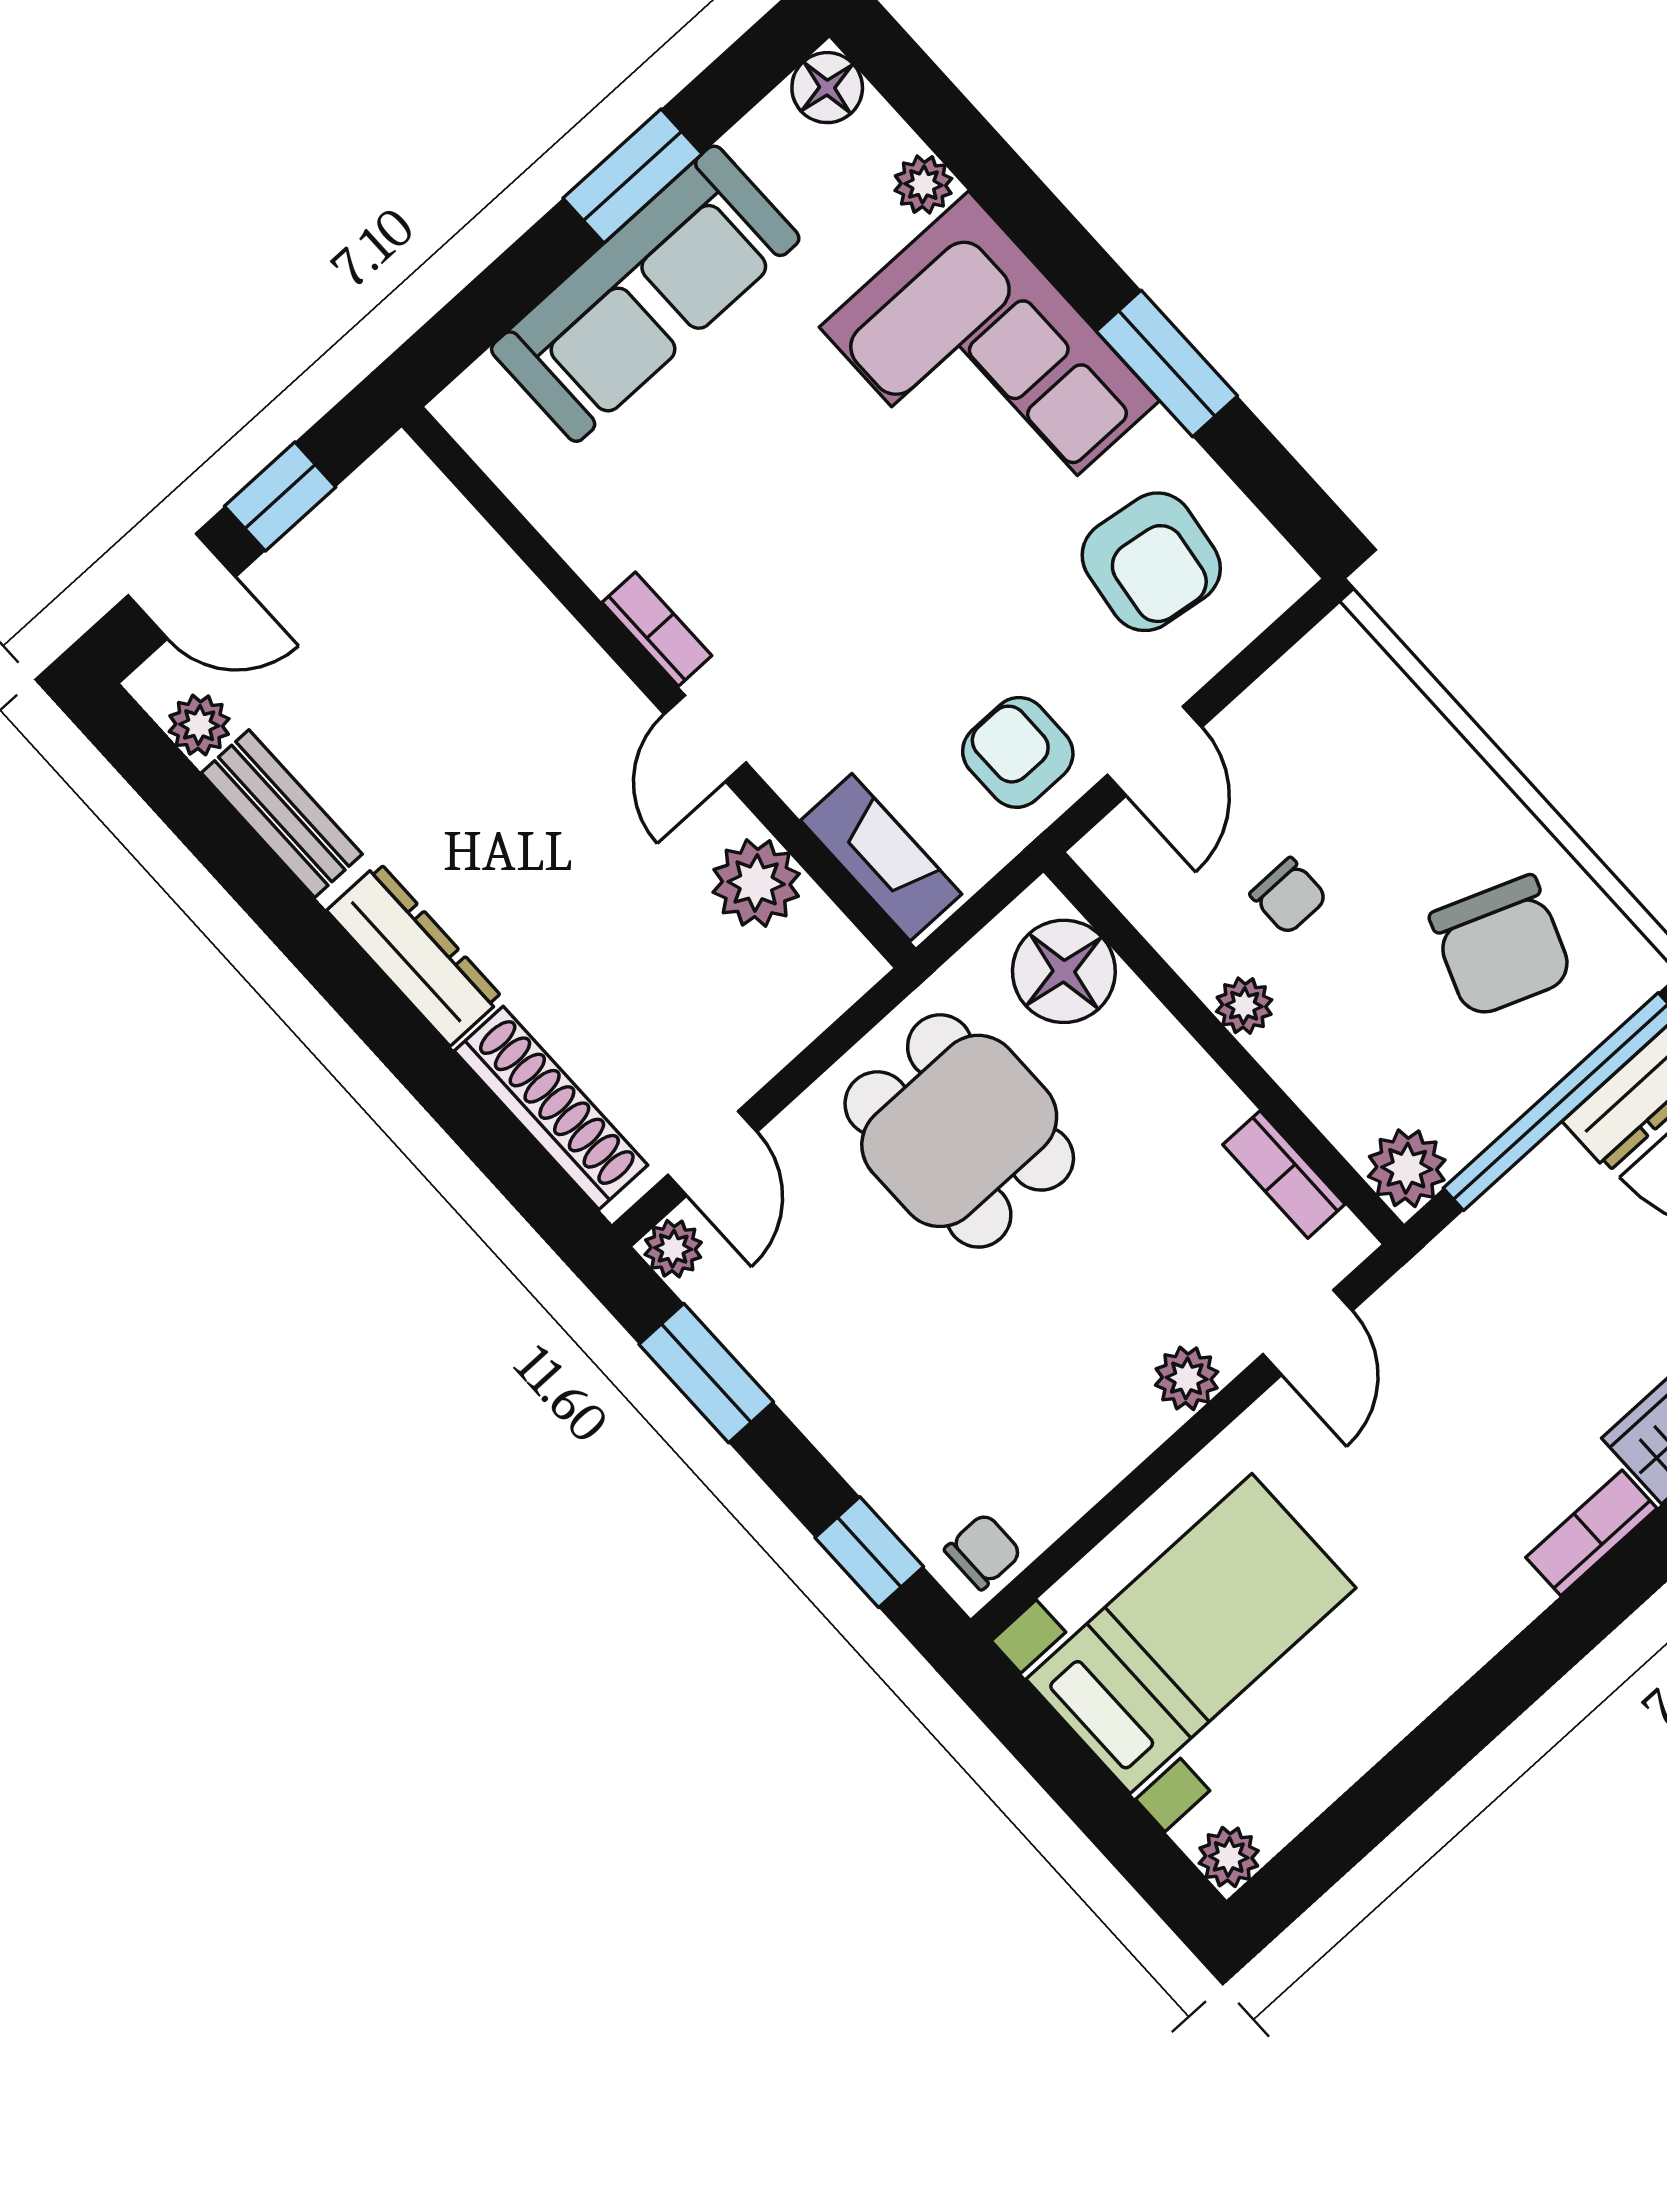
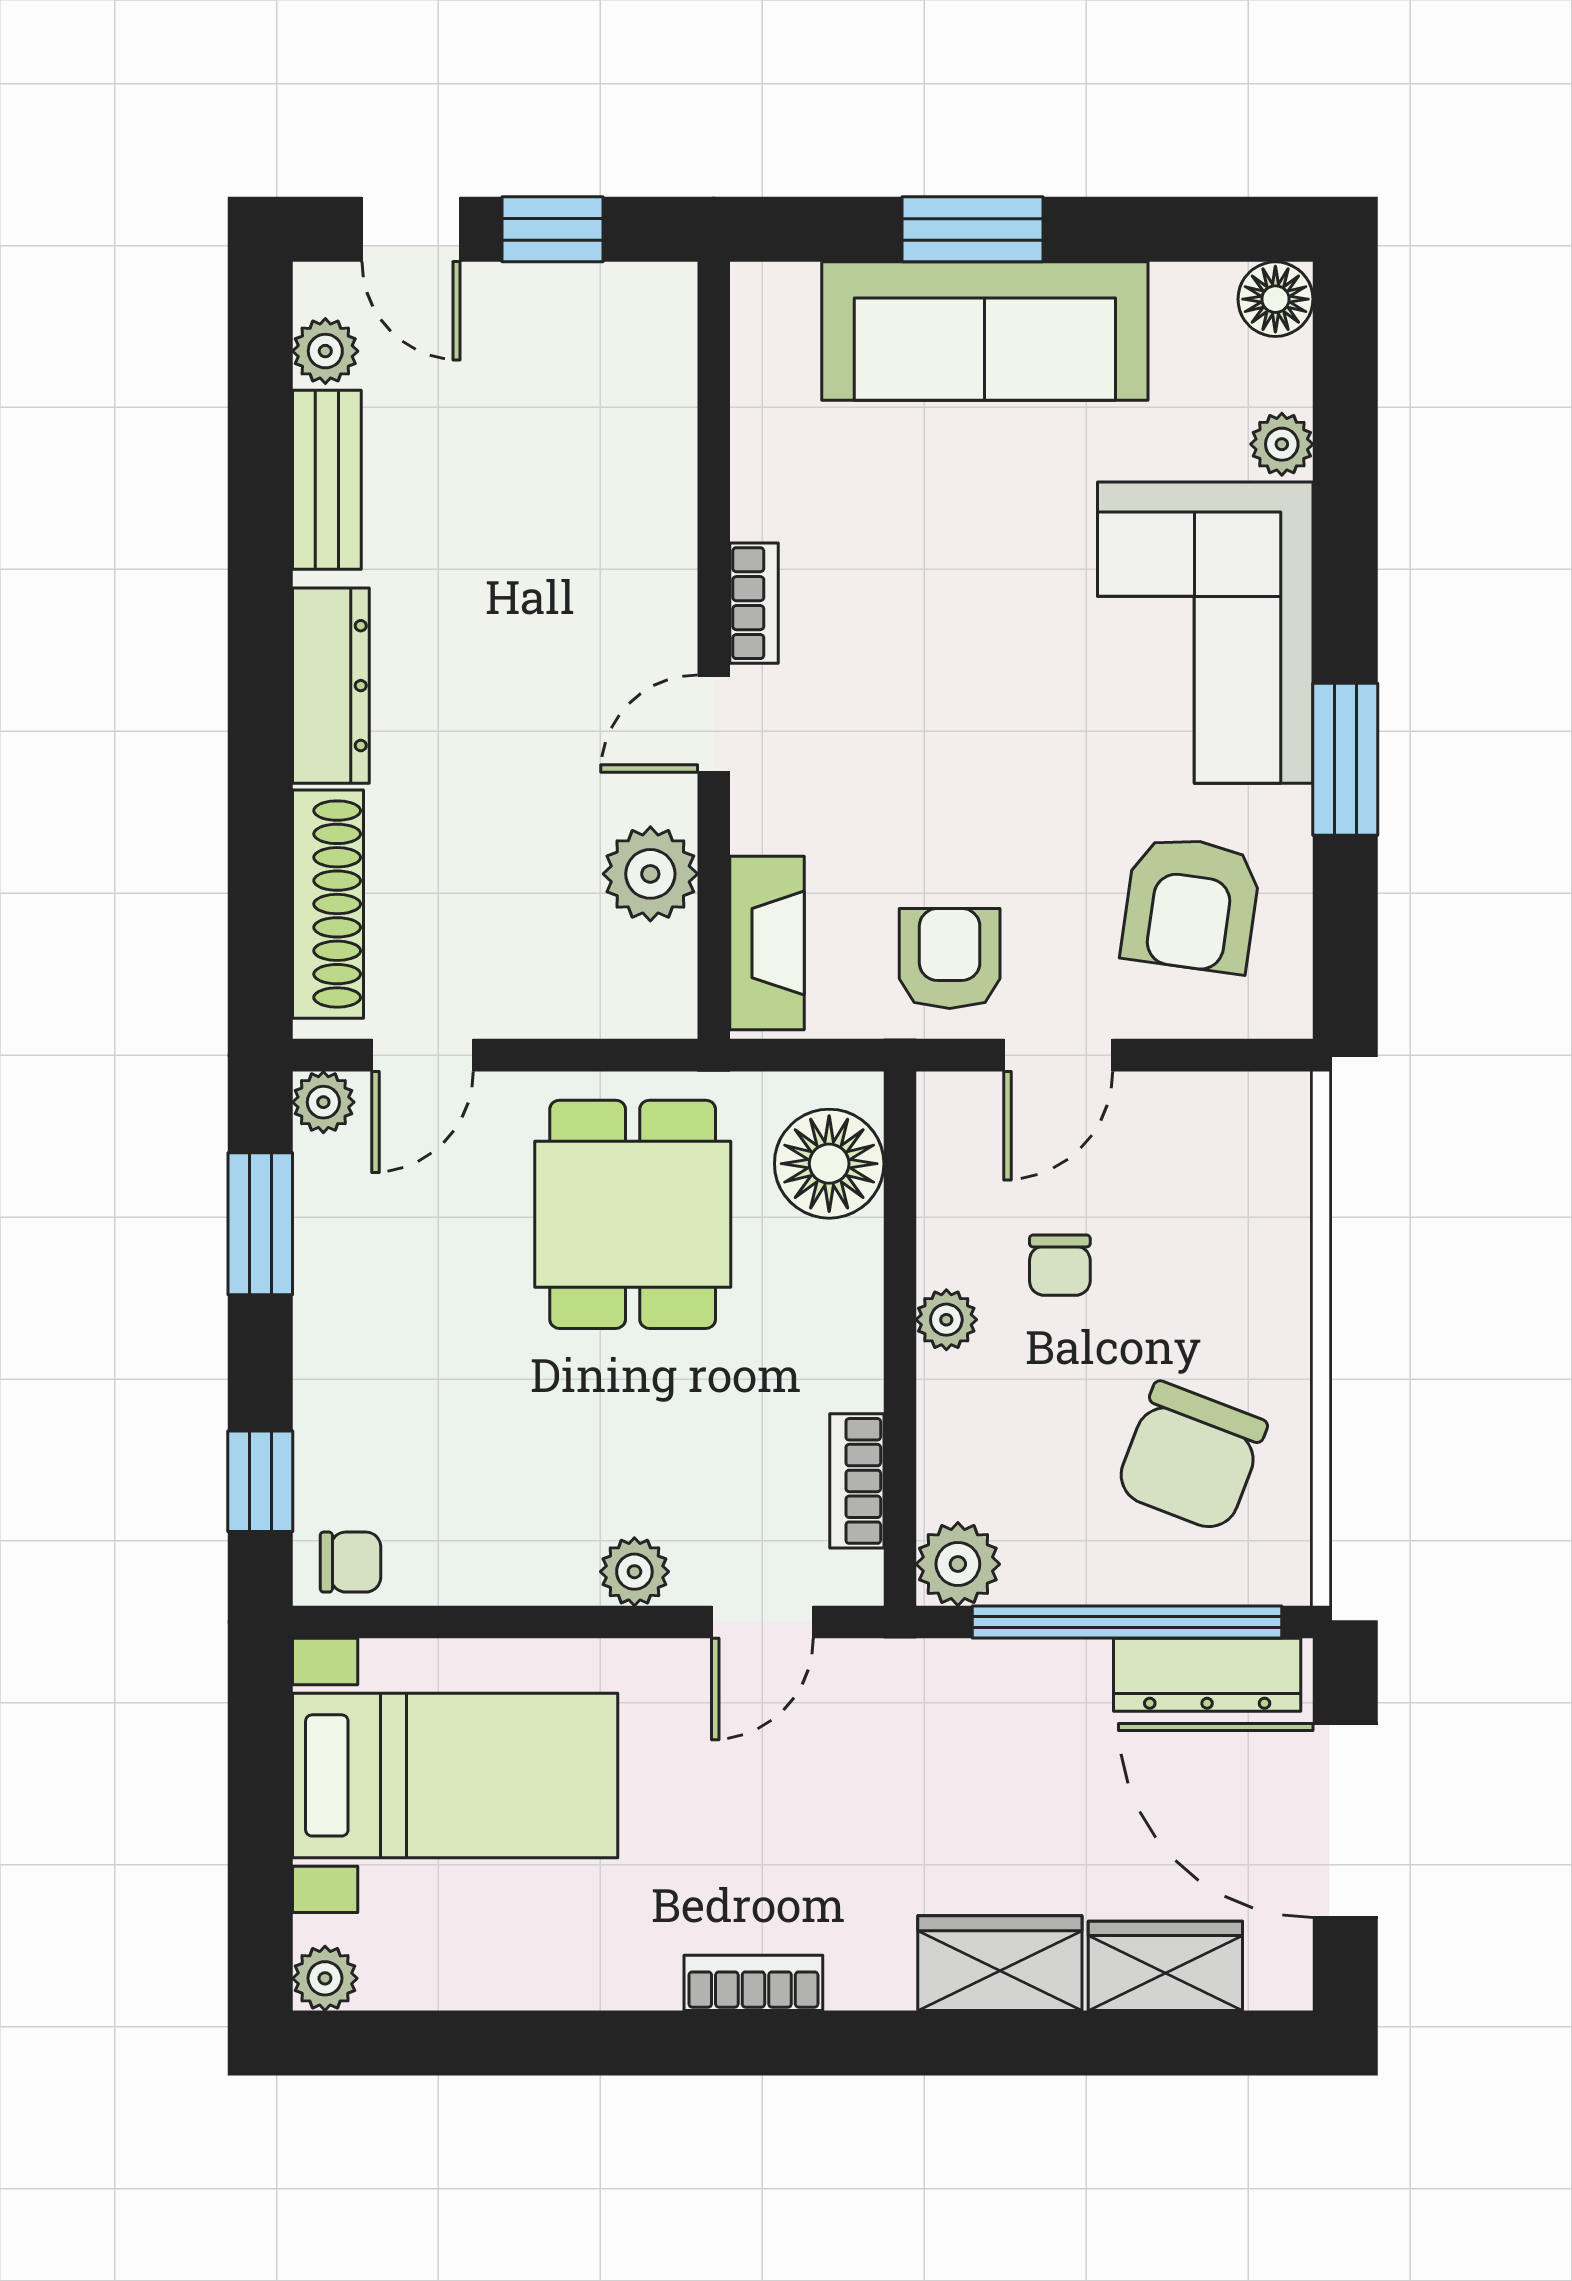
window: (632, 176) -> (973, 229), moved
bookcase: (1591, 1533) -> (753, 1983), moved

